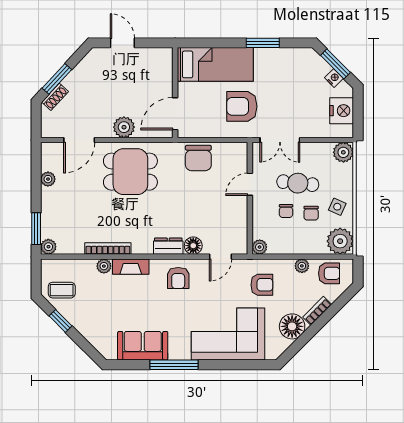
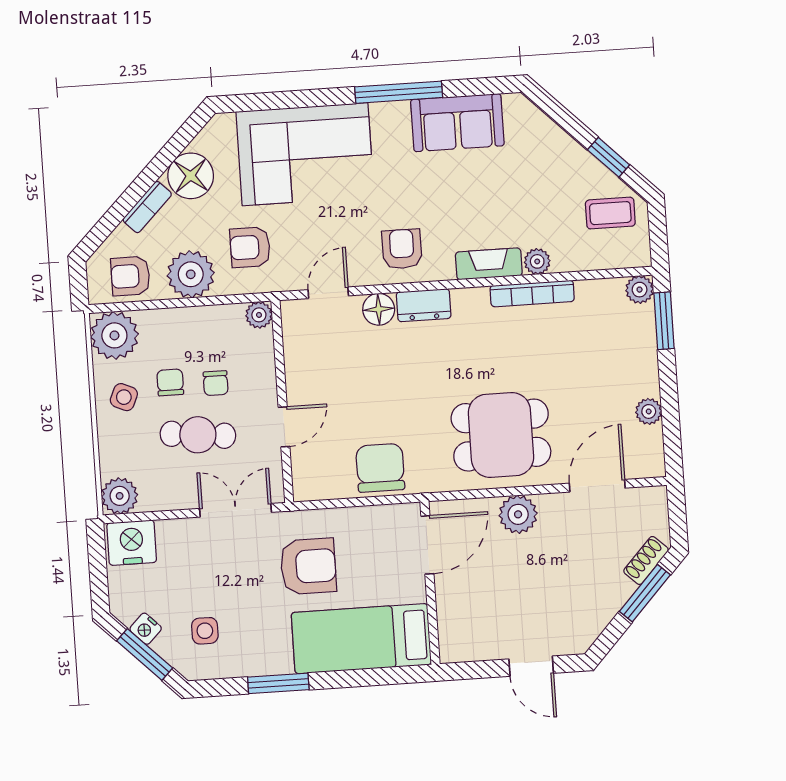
side table: (301, 75) -> (205, 631), added
nightstand: (342, 111) -> (132, 543), moved, turned 90
chair: (286, 211) -> (216, 383), turned 180
plant: (302, 266) -> (191, 274), width x1.88, depth x1.88

